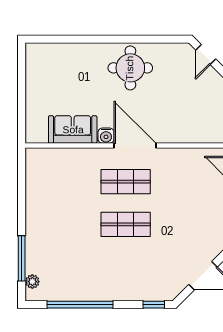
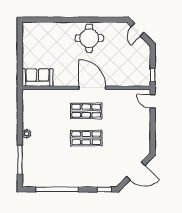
sofa: (73, 130) -> (38, 78), moved
water cooler: (106, 136) -> (74, 81), removed
plant: (32, 282) -> (27, 134), moved

